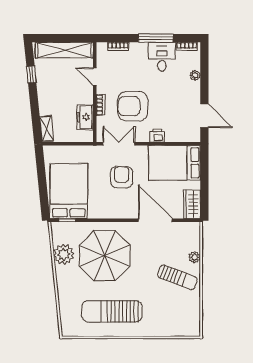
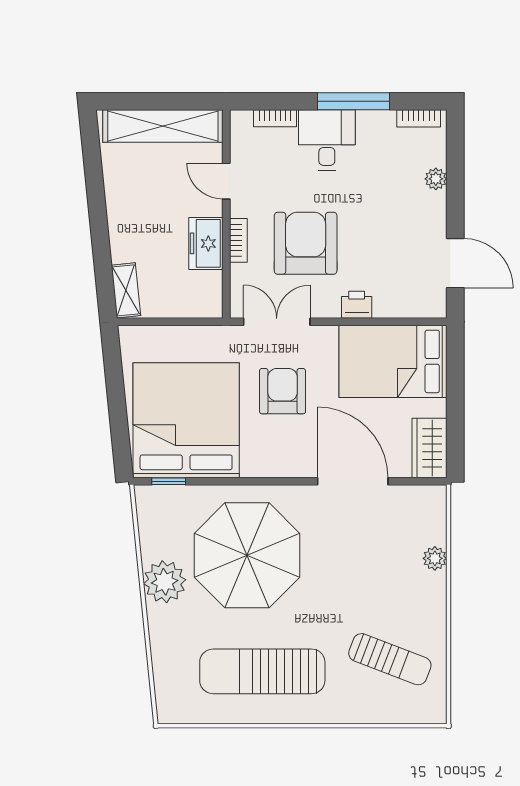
desk: (162, 57) -> (327, 140), moved
window: (31, 75) -> (94, 177), removed
armchair: (133, 106) -> (306, 243), turned 90
freezer: (85, 117) -> (206, 243), moved
bed: (69, 191) -> (186, 420), width x1.36
plant: (64, 254) -> (165, 582), moved
sun lounger: (177, 277) -> (390, 659), moved

